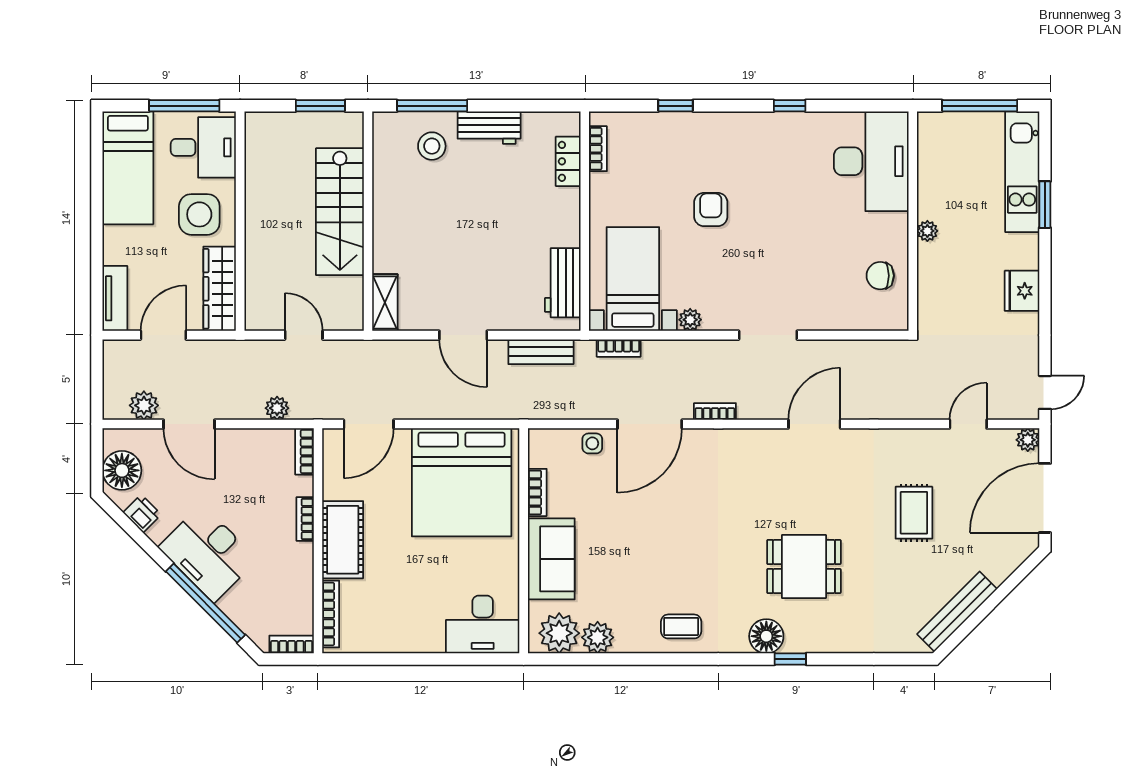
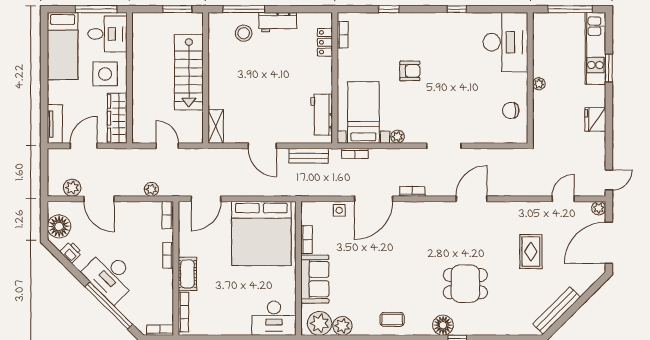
armchair: (711, 209) -> (410, 71), turned 90
cot: (343, 540) -> (187, 274), width x0.73, depth x0.75

